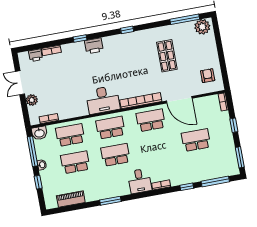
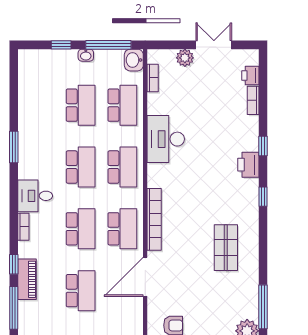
window: (127, 30) -> (263, 197), moved
shop shelf: (167, 56) -> (226, 248), moved, turned 90
desk: (103, 100) -> (166, 139), moved
school desk: (156, 147) -> (81, 229), added
piano: (71, 199) -> (27, 279), moved

